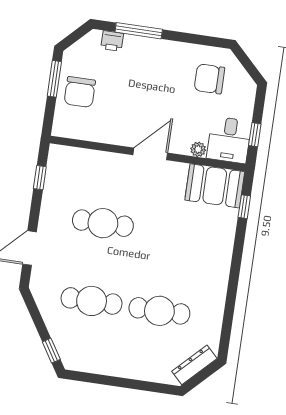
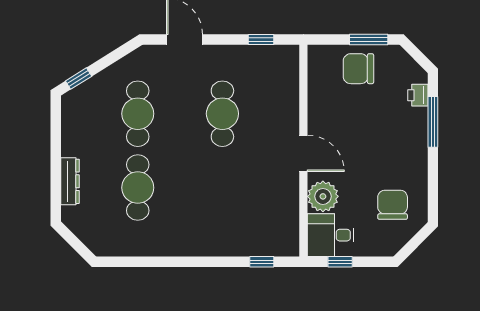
plant: (198, 149) -> (323, 196), width x1.88, depth x1.88
booth: (215, 186) -> (279, 227), removed
dresser: (194, 365) -> (70, 181), moved, turned 45

